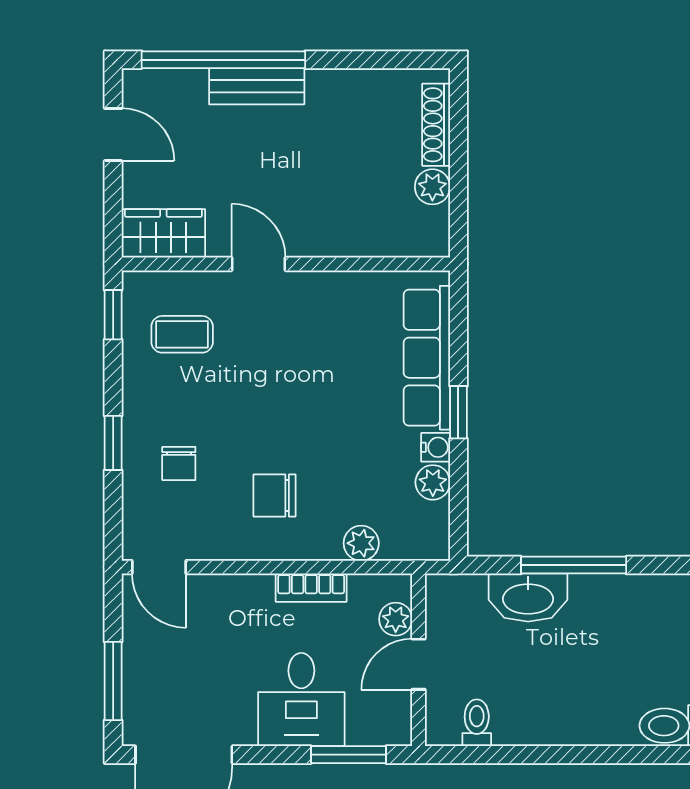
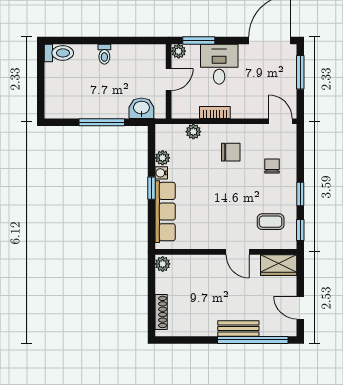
plant: (432, 187) -> (163, 264), moved
window: (113, 443) -> (300, 194), moved
washbasin: (528, 598) -> (141, 108), moved, width x0.72
plant: (396, 619) -> (179, 51), moved
toilet: (477, 723) -> (104, 54), moved

